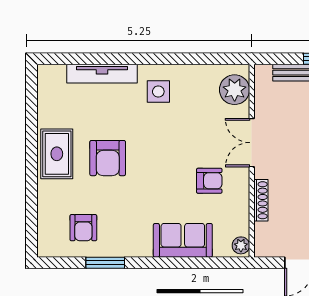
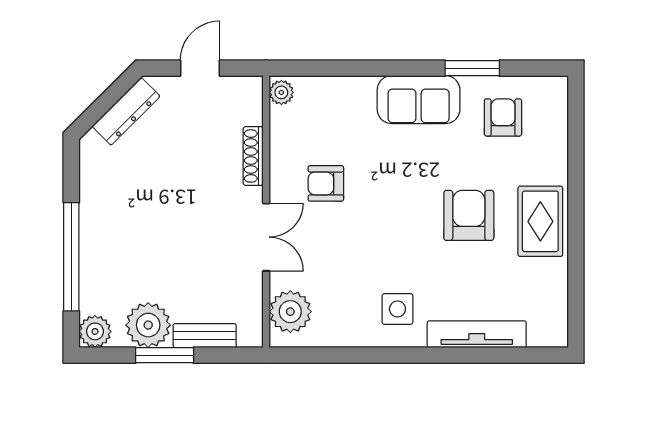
sofa: (183, 240) -> (419, 100), moved

